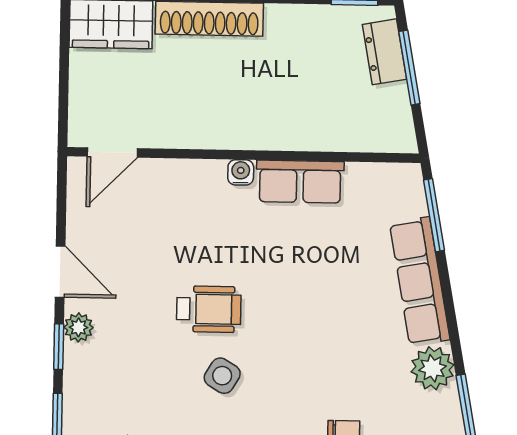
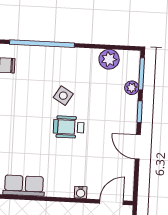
water cooler: (241, 172) -> (81, 192), moved
plant: (78, 327) -> (132, 88), moved

